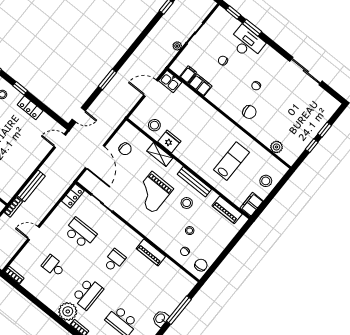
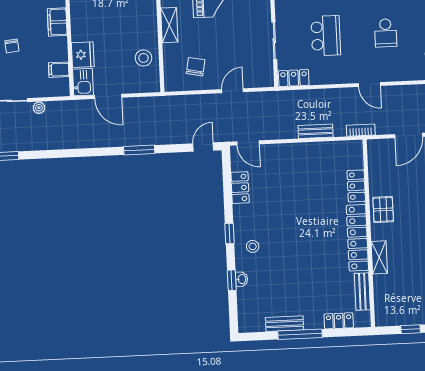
filing cabinet: (200, 85) -> (57, 22), moved
locker: (30, 108) -> (240, 188), moved
door: (79, 115) -> (203, 147), hinge flipped
fridge: (169, 141) -> (83, 55), moved, turned 180
door: (95, 157) -> (232, 91), width x0.53
bench: (31, 186) -> (316, 131), width x0.73
school desk: (80, 233) -> (326, 36), turned 180

